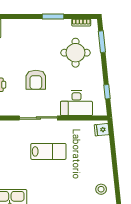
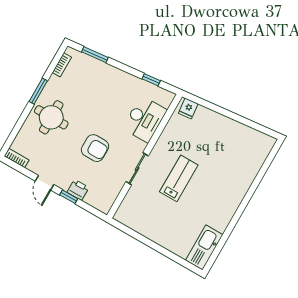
round table: (76, 53) -> (51, 117), moved
sliding door: (38, 118) -> (137, 169), width x0.73
stool: (101, 189) -> (251, 146), removed

